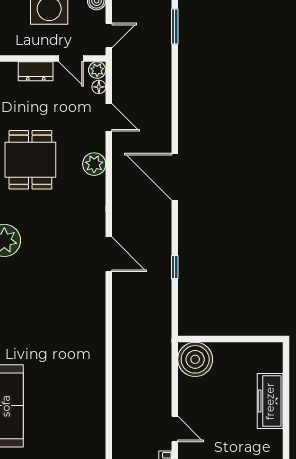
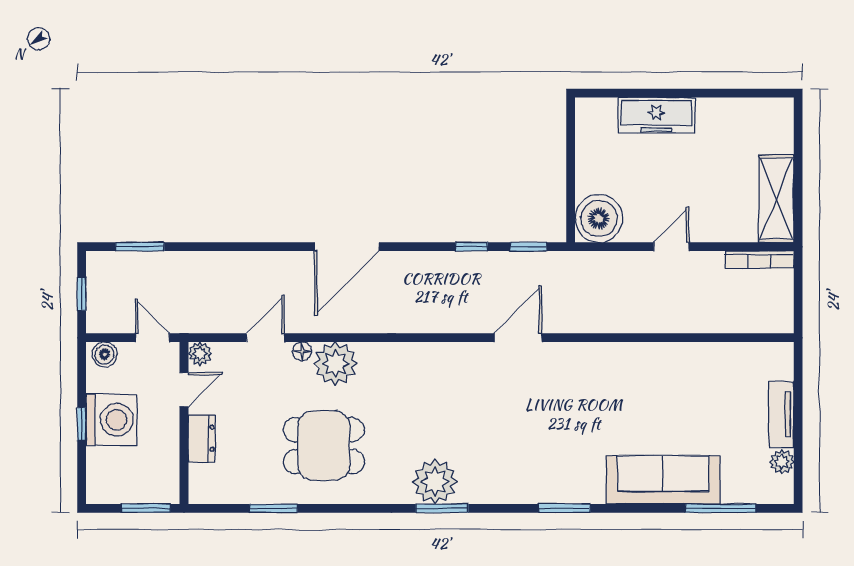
floor lamp: (99, 87) -> (302, 351), moved
plant: (94, 164) -> (335, 363), width x1.36, depth x1.36
door: (109, 254) -> (518, 338), moved
window: (175, 308) -> (528, 247), added
door: (175, 429) -> (671, 247), moved

